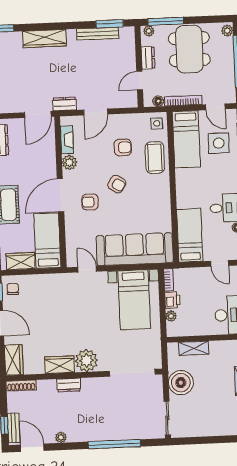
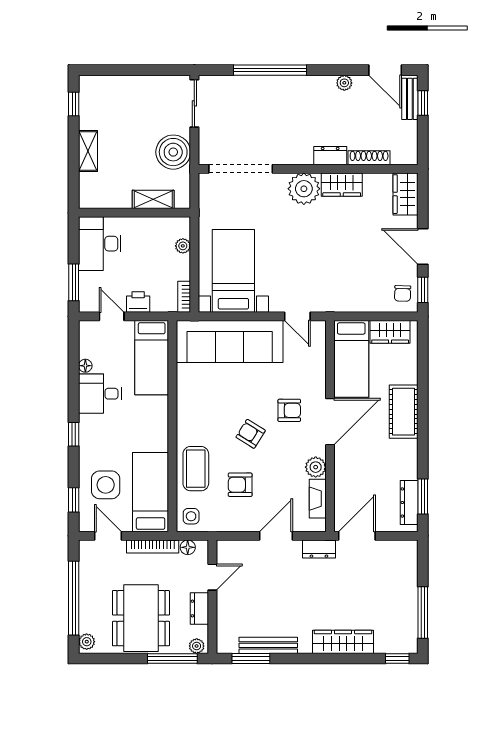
printer: (172, 300) -> (138, 302), moved, turned 90
shoe rack: (21, 386) -> (369, 158), moved

